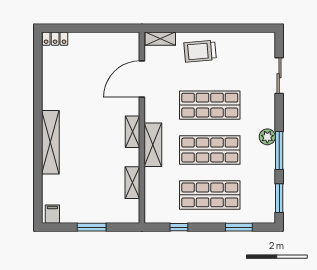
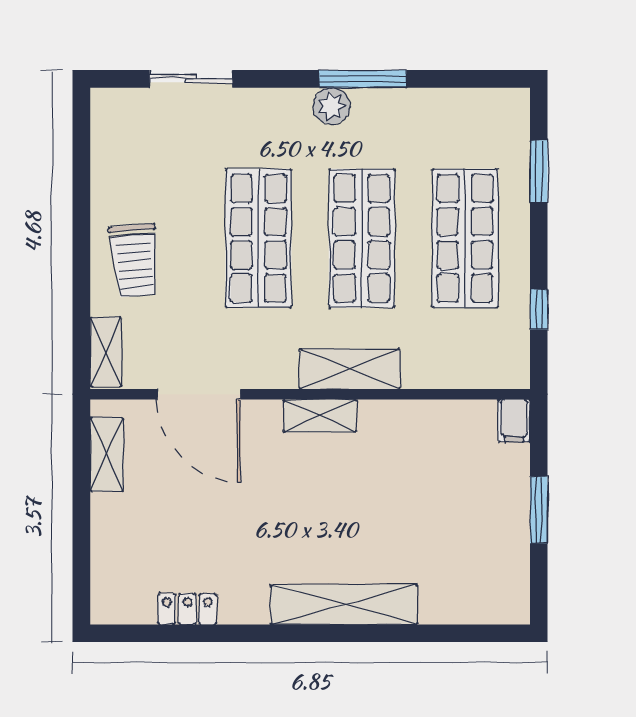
locker: (55, 39) -> (187, 609), moved, turned -90
shelving: (132, 183) -> (107, 454), moved, turned 90
window: (279, 198) -> (472, 79), removed
filing cabinet: (52, 214) -> (514, 421), moved, turned -90

